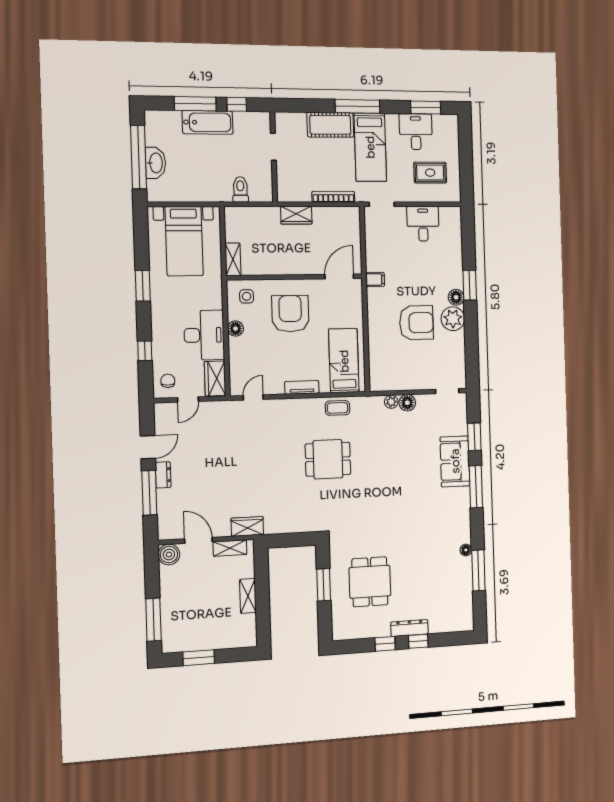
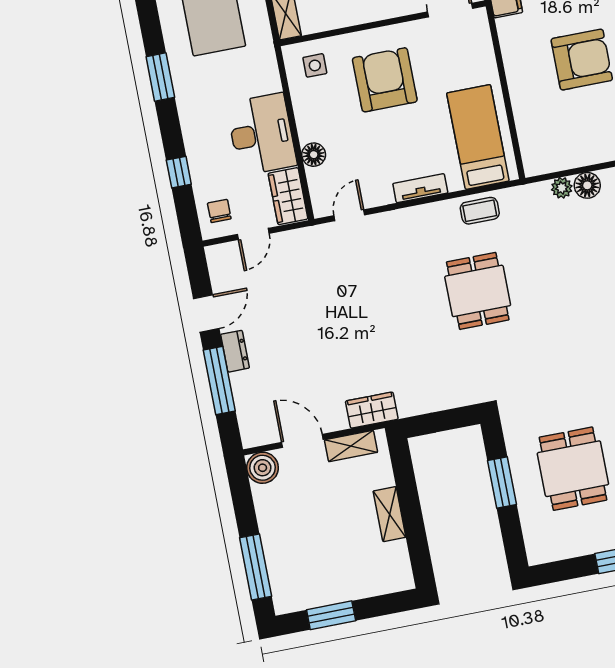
floor lamp: (236, 329) -> (314, 155), moved
dining table: (328, 459) -> (478, 291), turned 90

